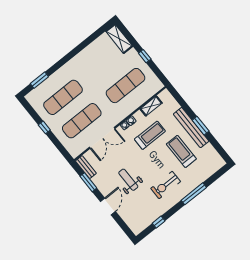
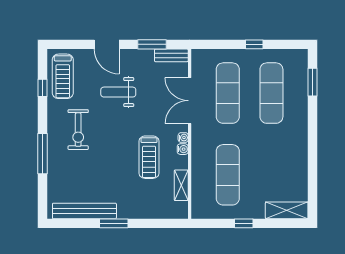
bench: (191, 128) -> (84, 211), moved
treadmill: (181, 151) -> (63, 76), moved, turned 90
weight bench: (128, 180) -> (118, 92), turned 180
exercise bike: (166, 185) -> (78, 130), turned 180

